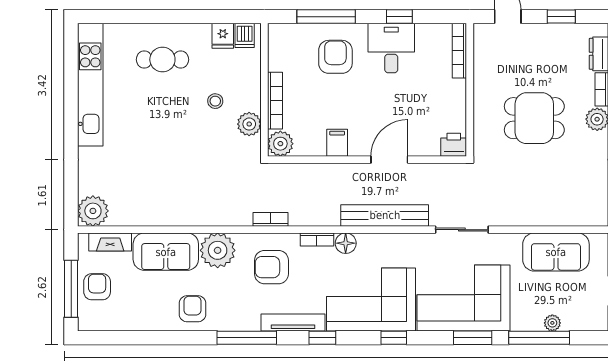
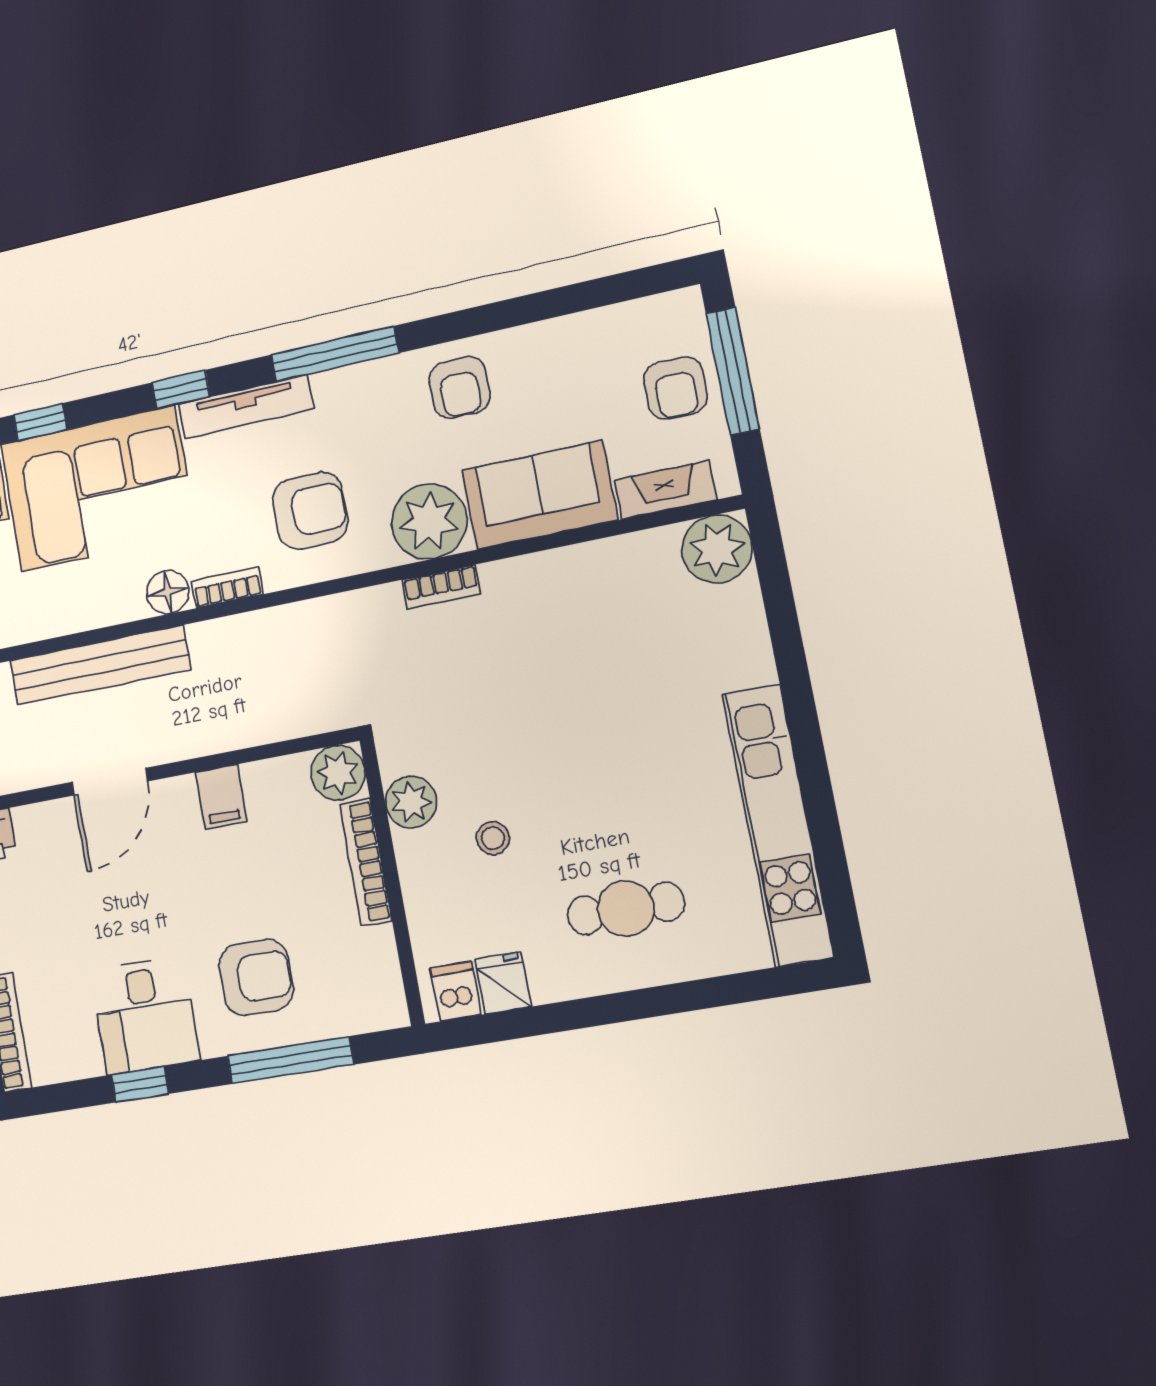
armchair: (335, 57) -> (256, 977), turned -90
bookcase: (271, 219) -> (441, 587), moved

